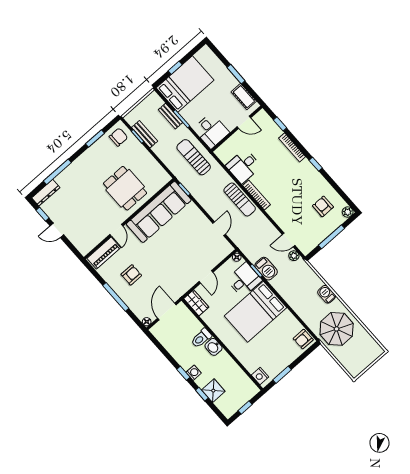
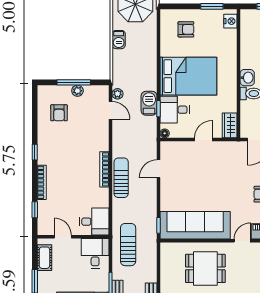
sun lounger: (194, 157) -> (128, 245), turned 180
desk: (244, 166) -> (94, 222), moved
dining table: (125, 188) -> (205, 268), turned 90
plant: (348, 212) -> (77, 91), moved
armchair: (303, 339) -> (186, 29), moved

